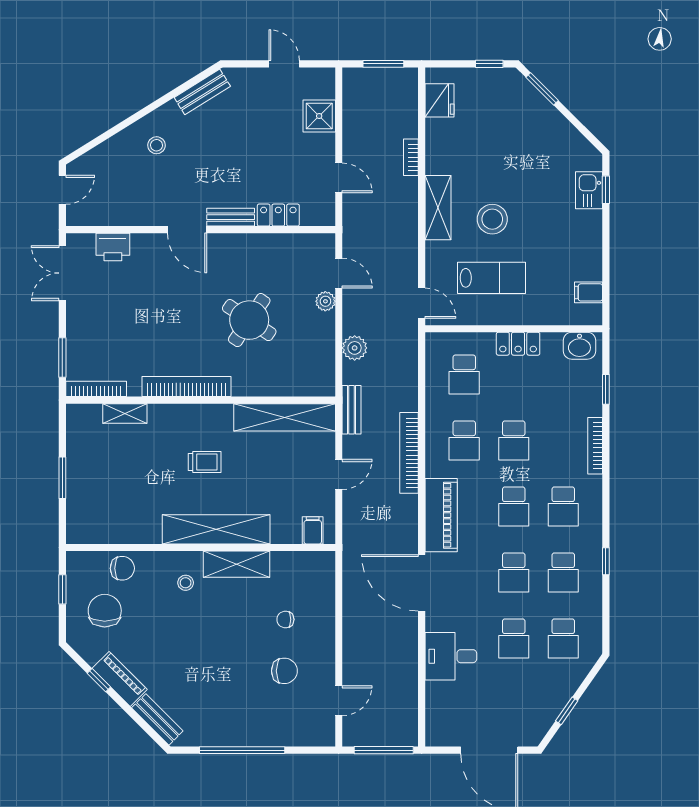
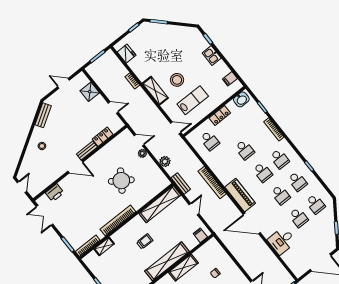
kitchen sink: (589, 190) -> (212, 56), moved
school desk: (464, 440) -> (228, 163), removed

